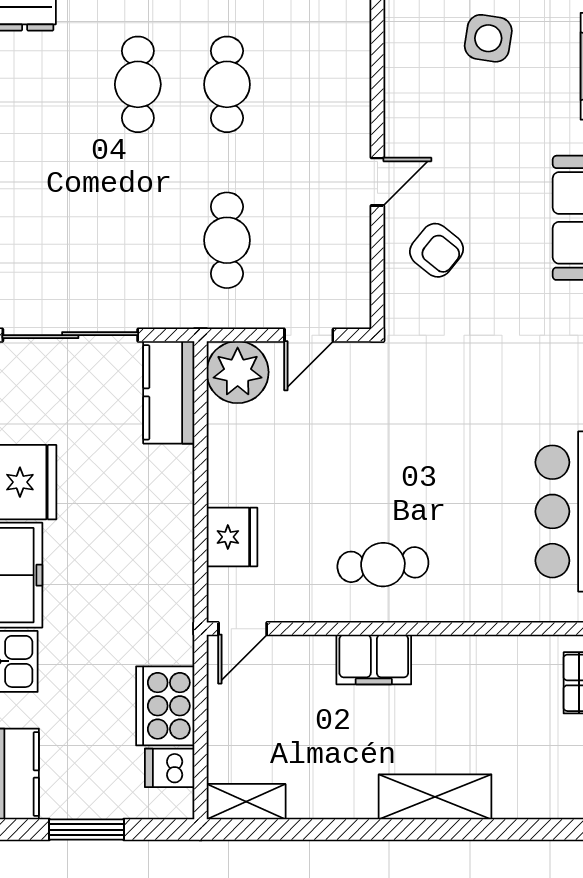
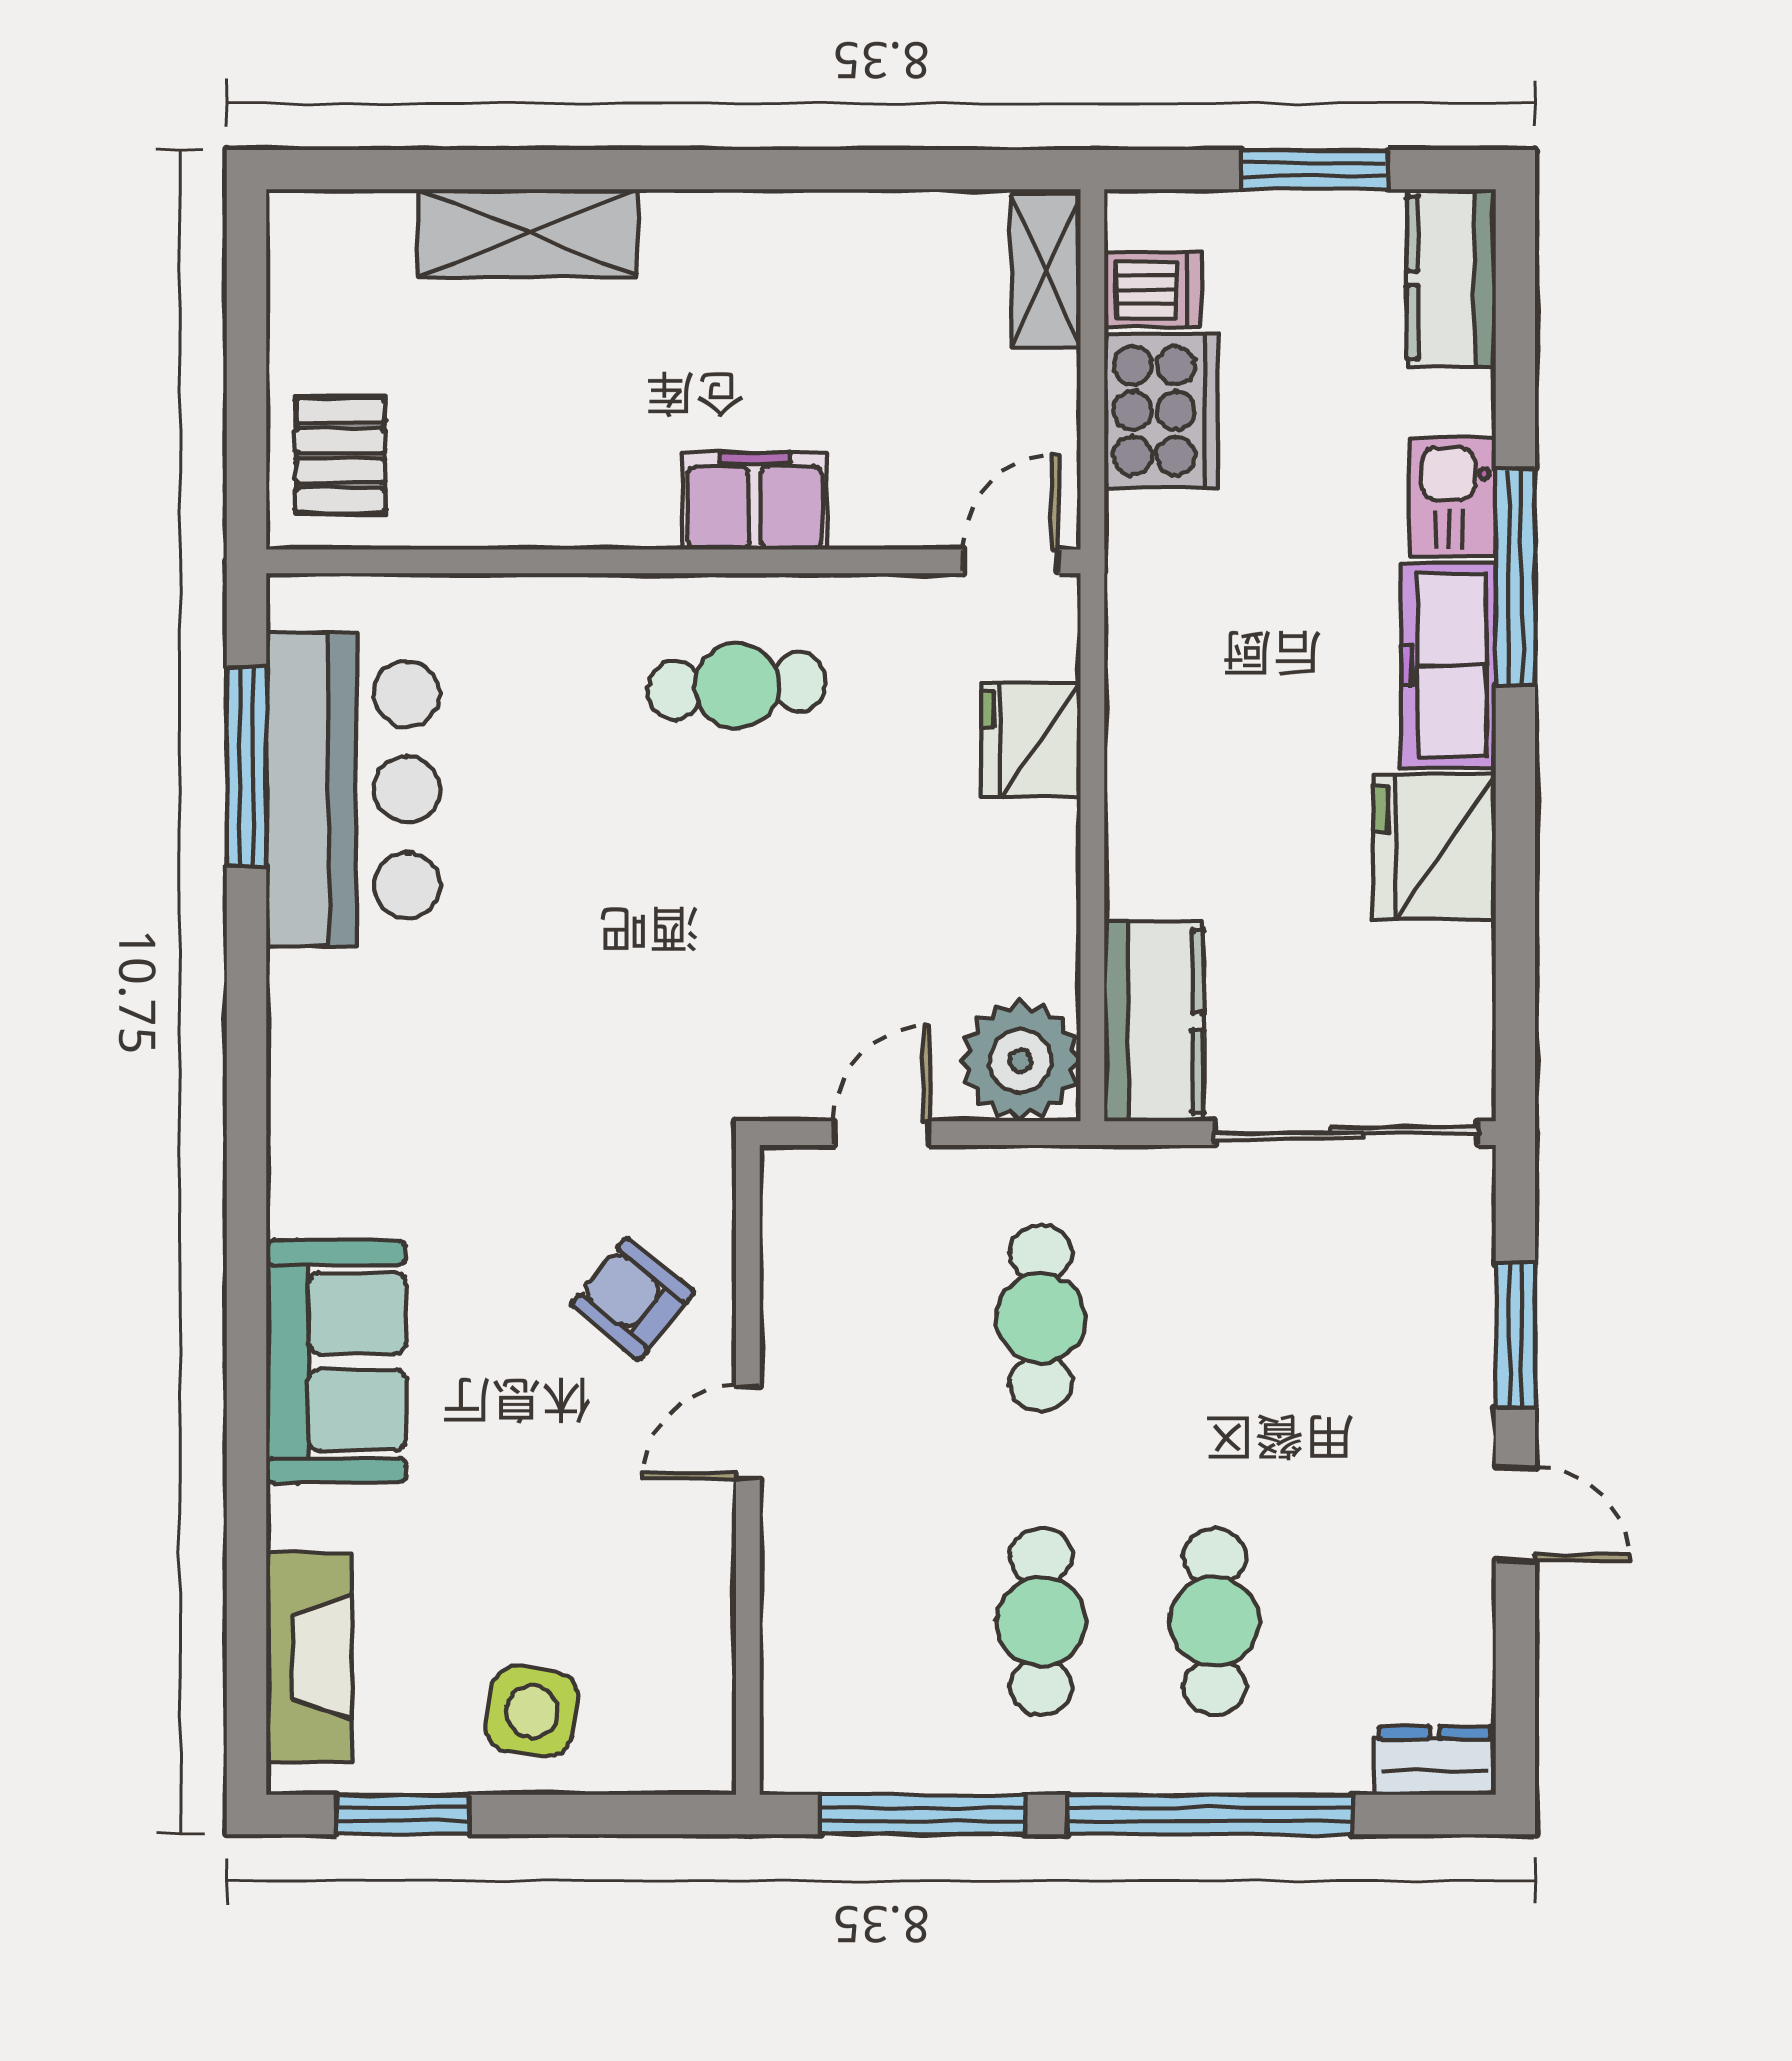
shelving: (435, 797) -> (528, 233), moved
shelving: (246, 802) -> (1046, 271), moved, turned 90

